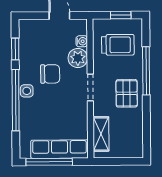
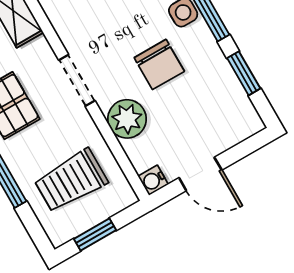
water cooler: (82, 41) -> (153, 180), moved
chair: (50, 74) -> (159, 64), turned -90

